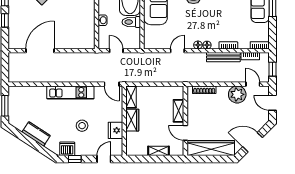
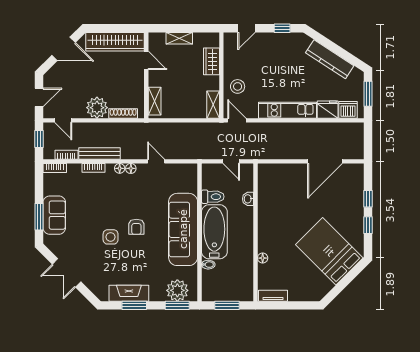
door: (177, 51) -> (156, 161), swing flipped
plant: (237, 94) -> (97, 108), moved
door: (273, 103) -> (39, 97), hinge flipped
shelving: (179, 111) -> (155, 101), moved
wardrobe: (132, 120) -> (211, 61), moved
stool: (82, 126) -> (238, 86), moved
fridge: (115, 130) -> (328, 110), moved, turned -90
kitchen counter: (36, 134) -> (330, 59), width x1.50
dishwasher: (67, 149) -> (348, 110), moved, turned 180

